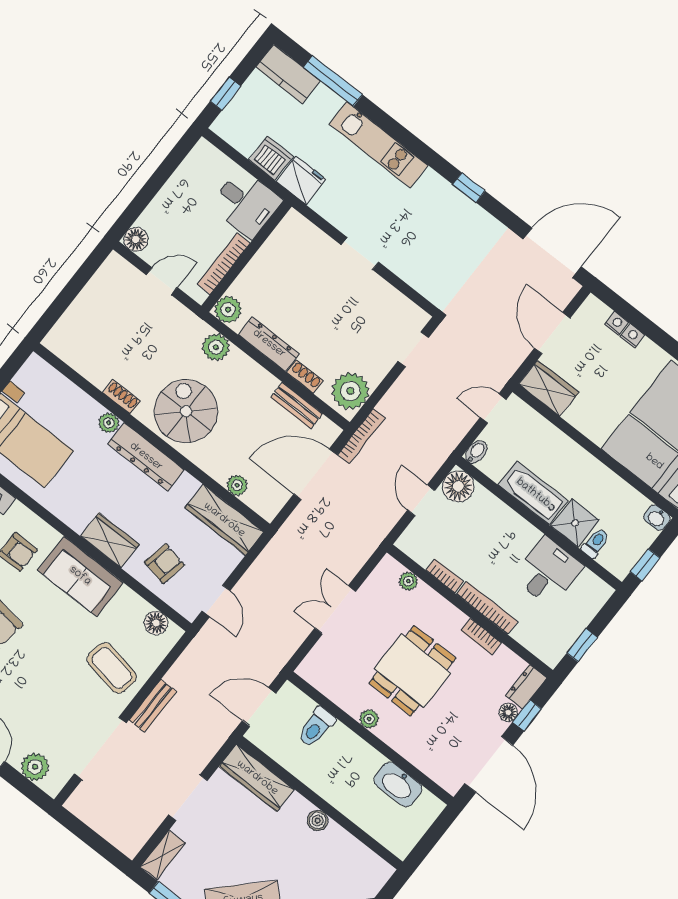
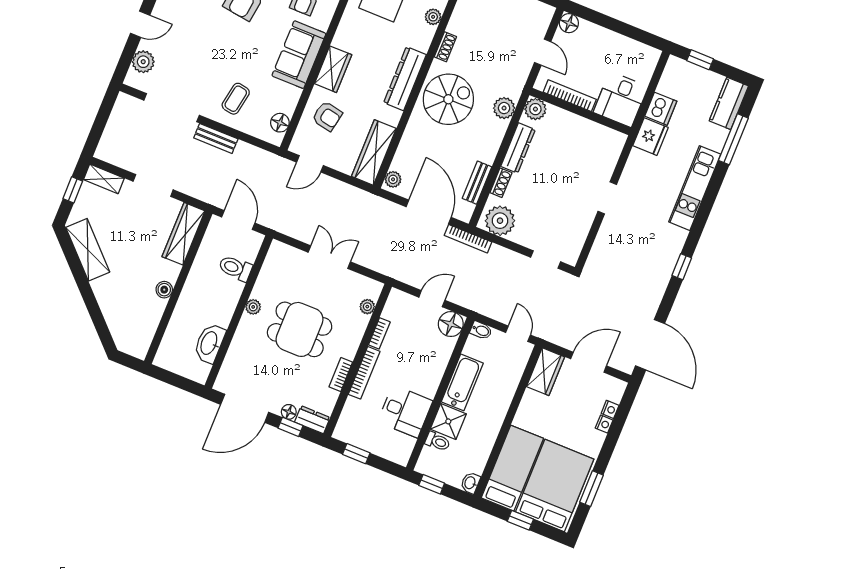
plant: (109, 423) -> (433, 17), moved
plant: (237, 485) -> (393, 179), moved
coffee table: (112, 668) -> (236, 99), width x0.73, depth x0.77

